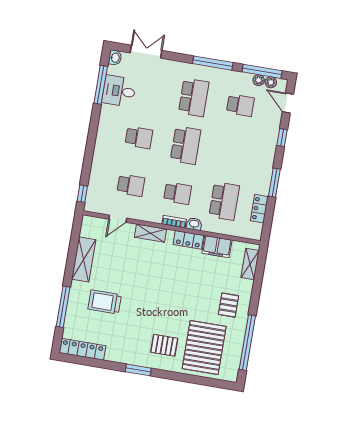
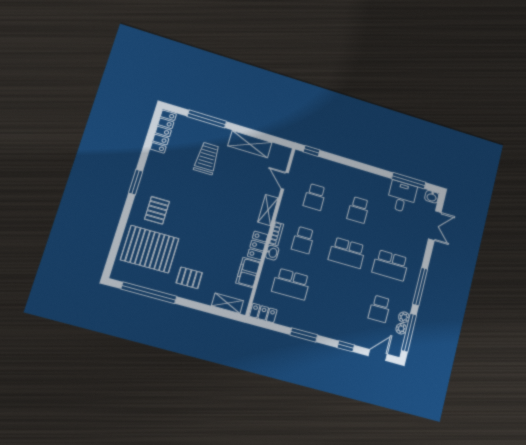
plant: (271, 82) -> (404, 317), moved
locker: (259, 209) -> (263, 313), moved

